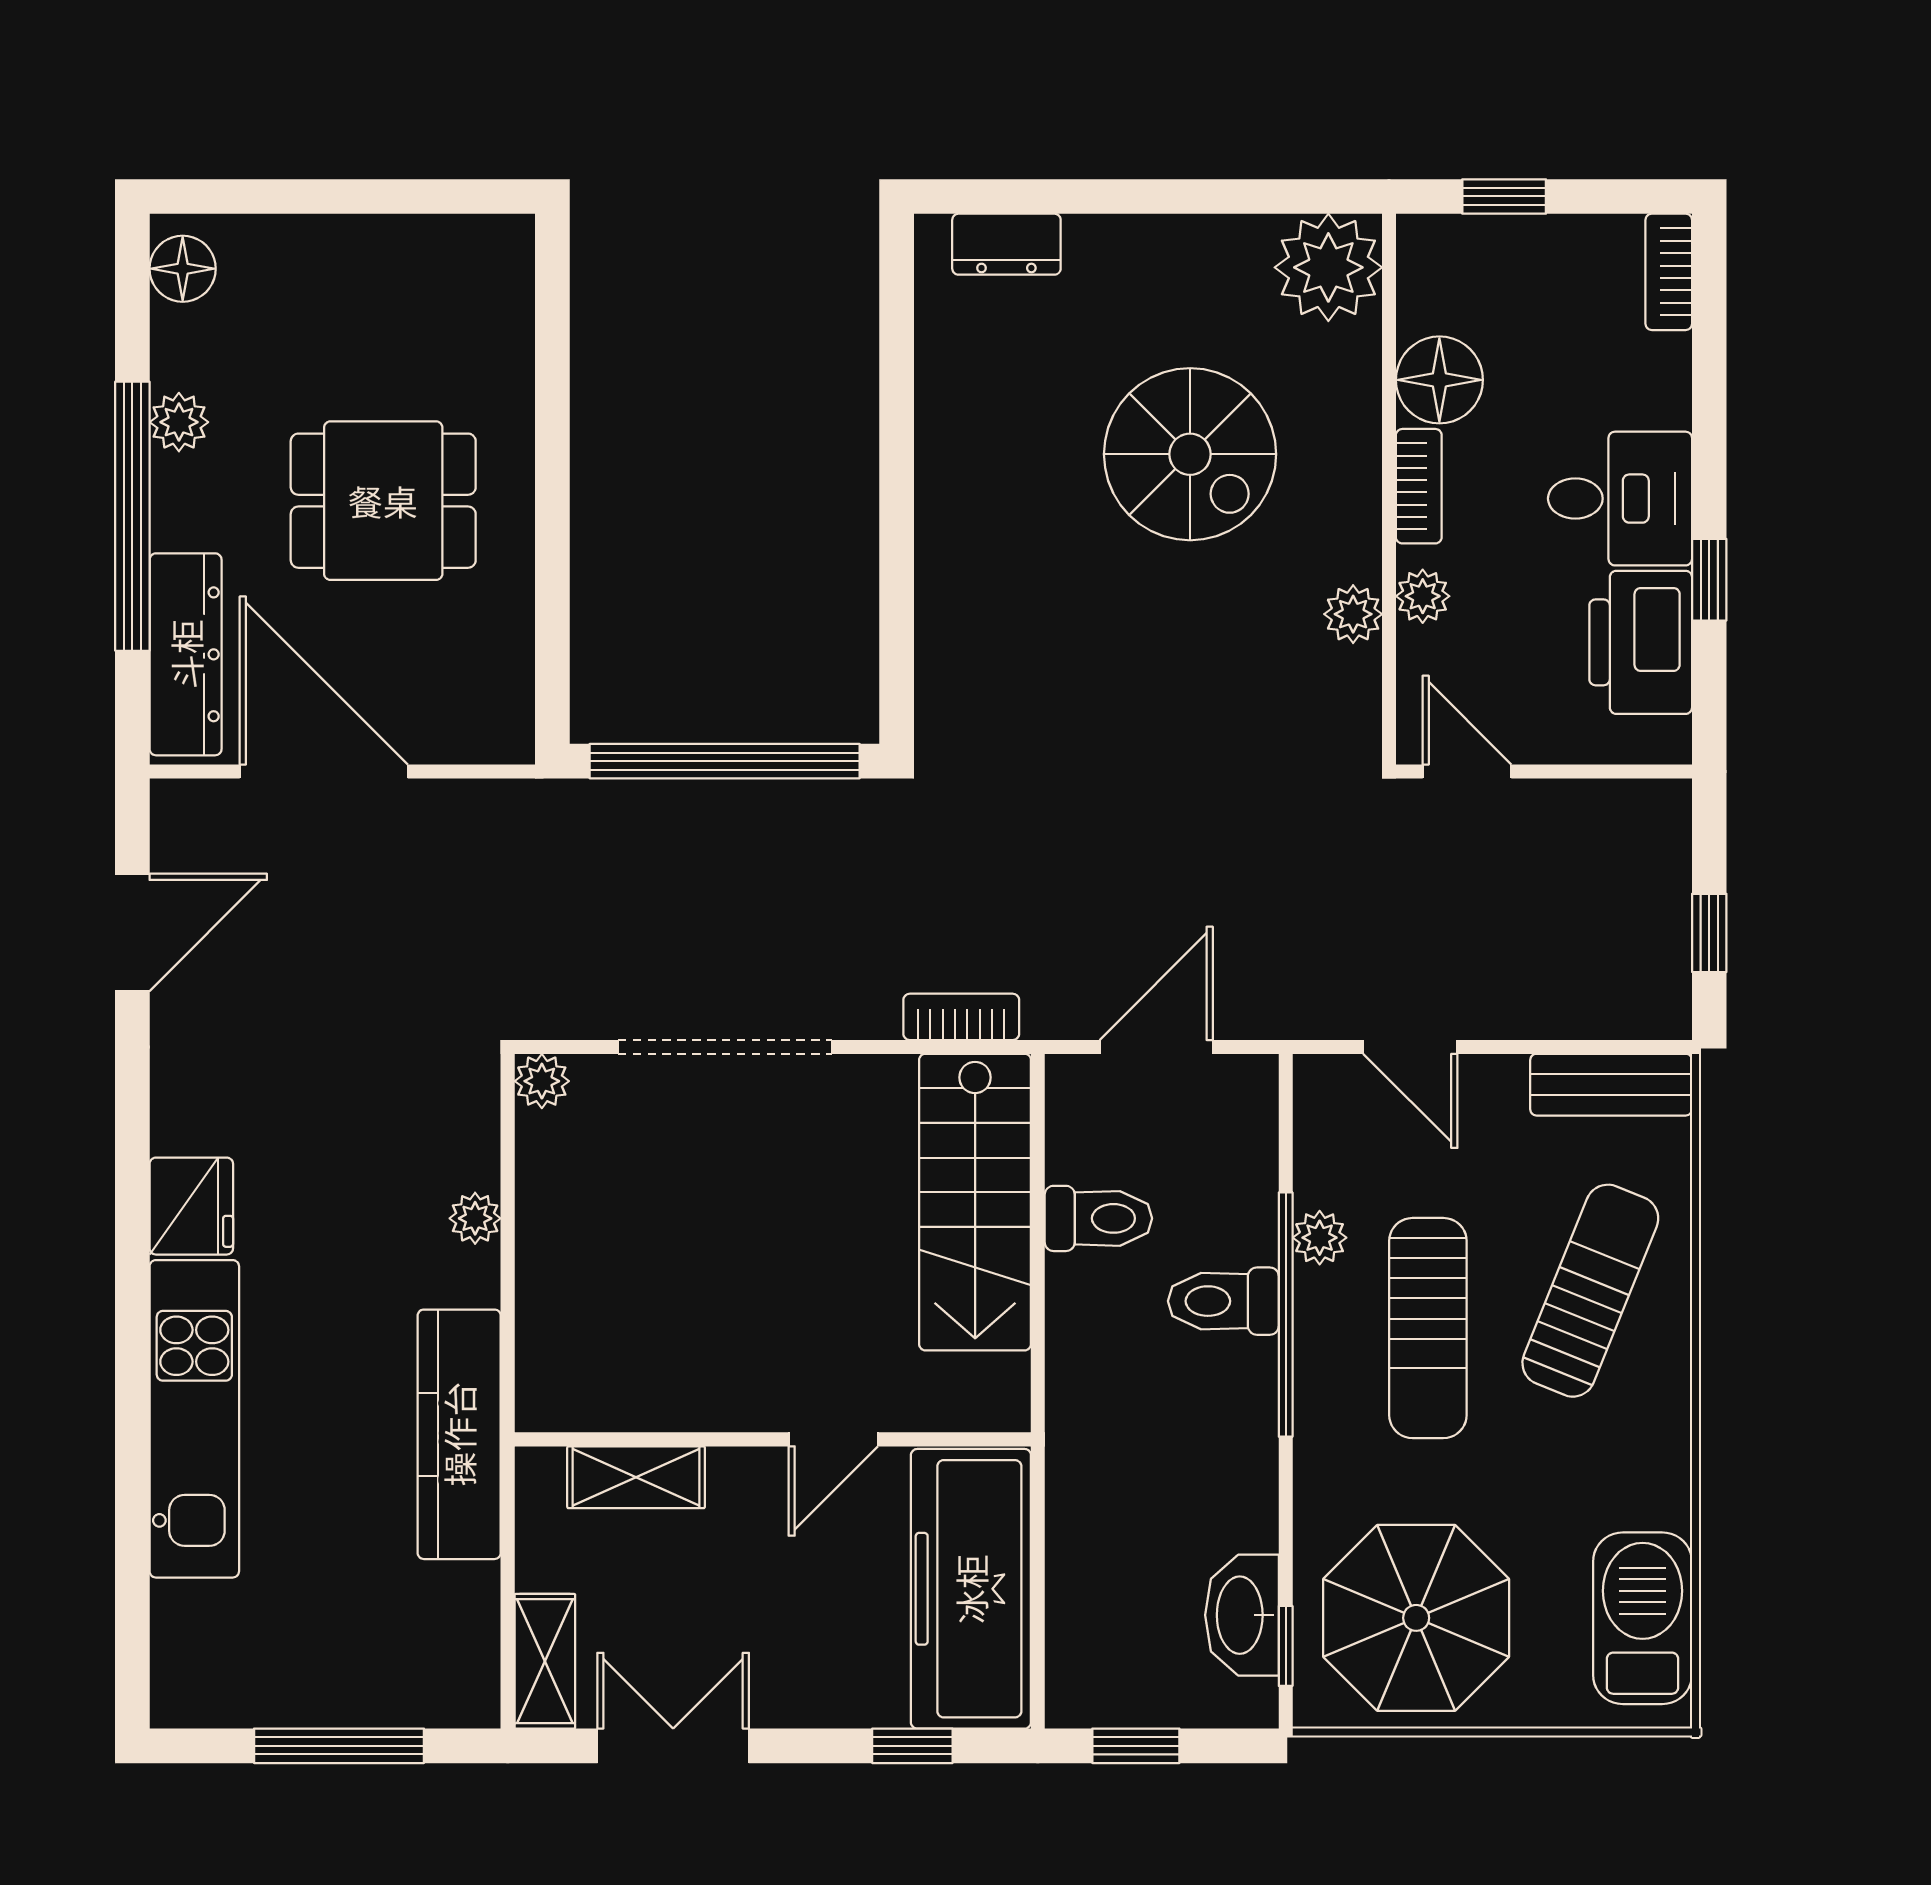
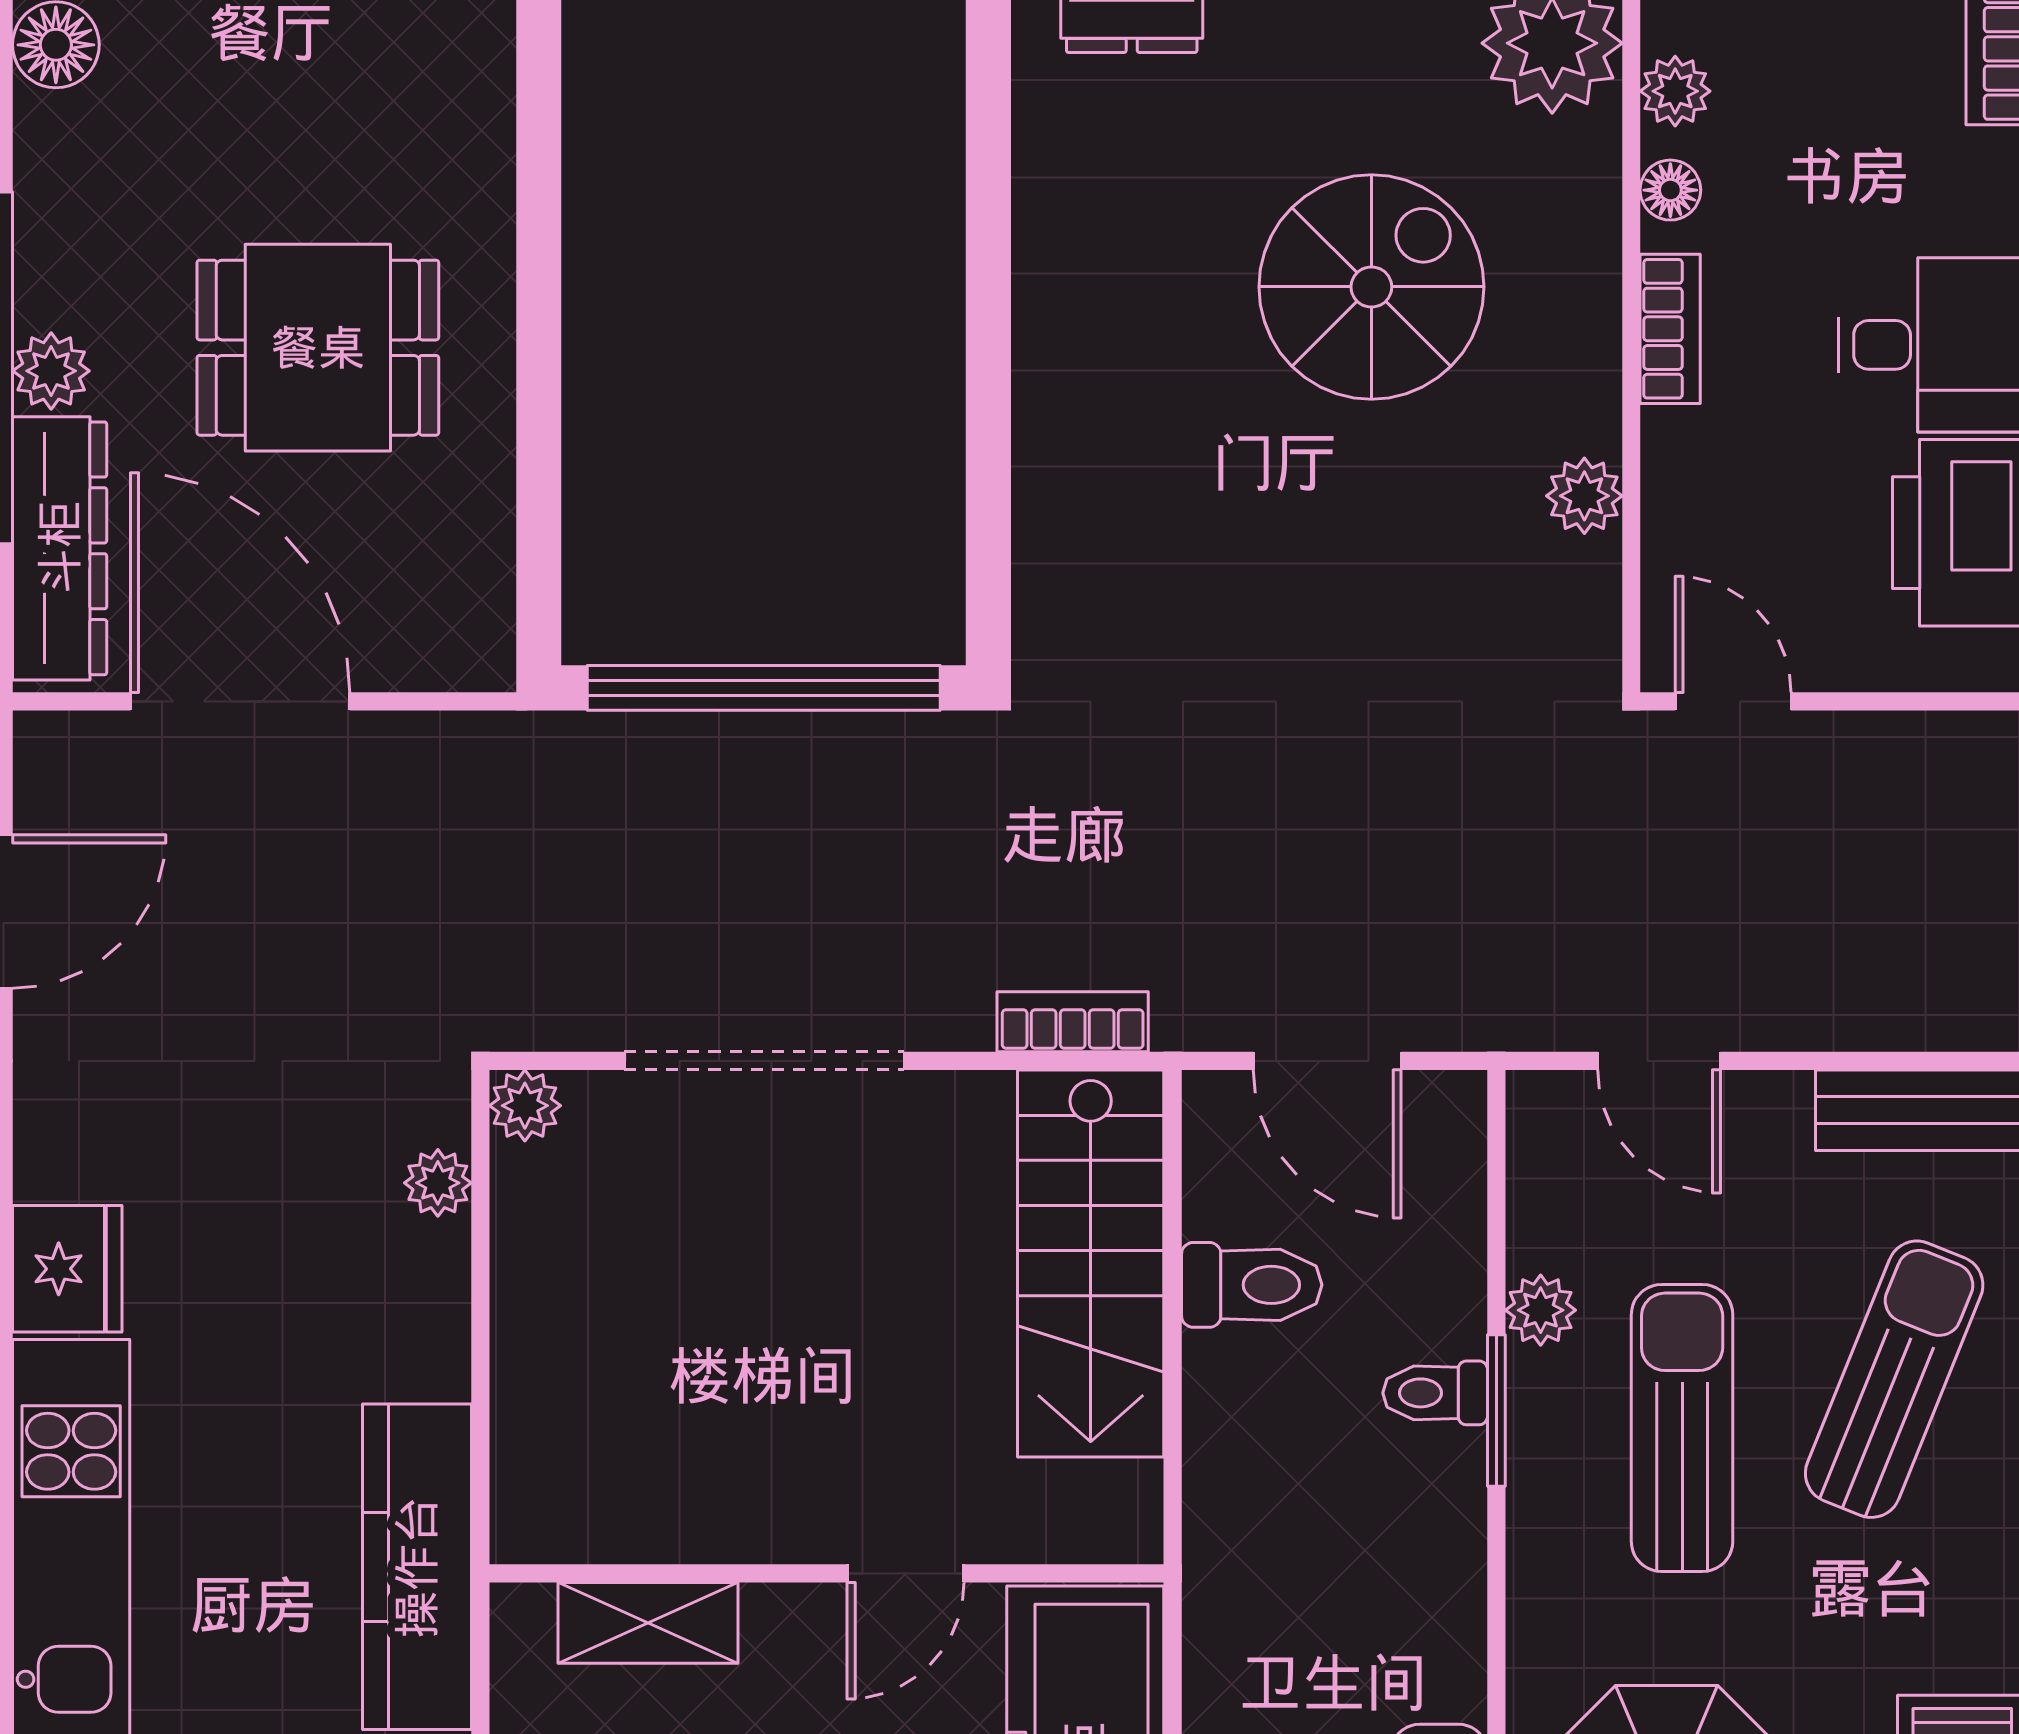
floor lamp: (1439, 380) -> (1670, 190), width x0.53, depth x0.53
plant: (179, 422) -> (51, 371), moved
spiral stairs: (1190, 454) -> (1371, 287), turned -90
plant: (1423, 596) -> (1675, 91), moved
door: (1156, 1047) -> (1327, 1061), swing flipped
plant: (475, 1218) -> (438, 1183), moved
toilet: (1223, 1301) -> (1435, 1393), width x0.73, depth x0.72
window: (1286, 1315) -> (1496, 1410), width x0.47
sun lounger: (1428, 1328) -> (1682, 1428), turned 180

